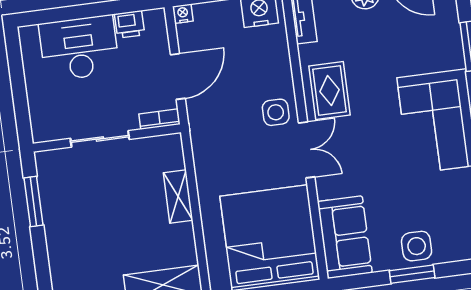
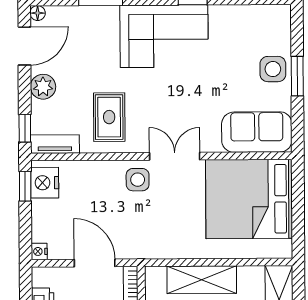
rug: (329, 91) -> (109, 117), moved, turned 90
shelving: (178, 196) -> (202, 280), width x1.50, depth x1.33

